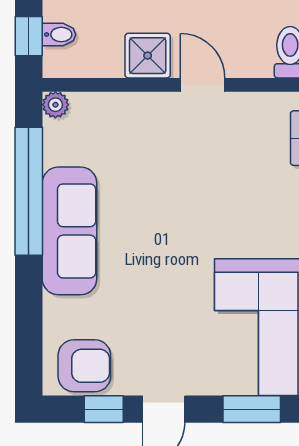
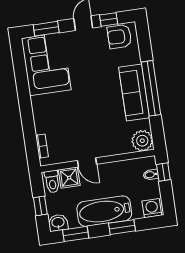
shower: (148, 56) -> (69, 178), moved
plant: (55, 105) -> (142, 141), width x1.88, depth x1.88
window: (29, 191) -> (151, 88), moved

